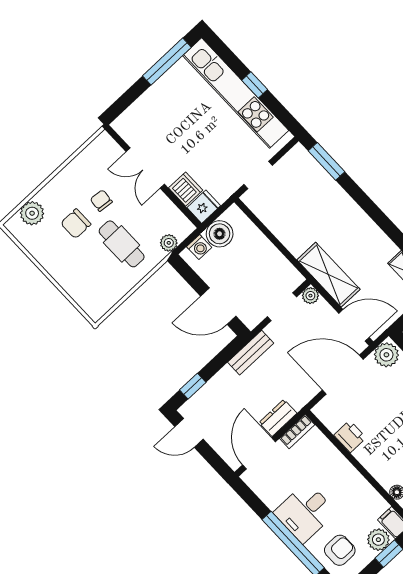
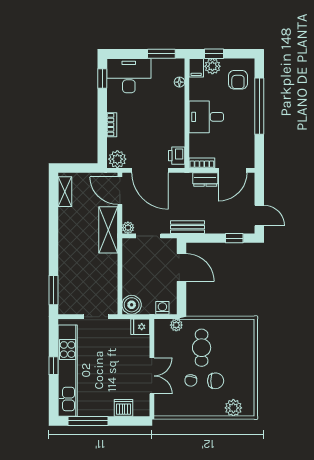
dishwasher: (186, 189) -> (124, 408), moved, turned 90
boiler: (220, 234) -> (132, 305), moved
printer: (350, 436) -> (177, 156), moved
desk: (305, 512) -> (206, 117), moved, turned 180
armchair: (340, 550) -> (238, 80), turned -90

